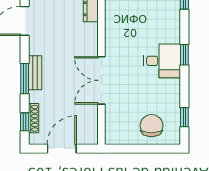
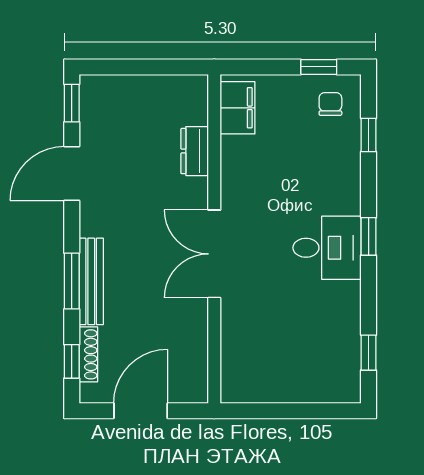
bench: (35, 73) -> (91, 281), width x1.36
double door: (101, 80) -> (214, 254), moved
chair: (151, 126) -> (307, 368), removed

